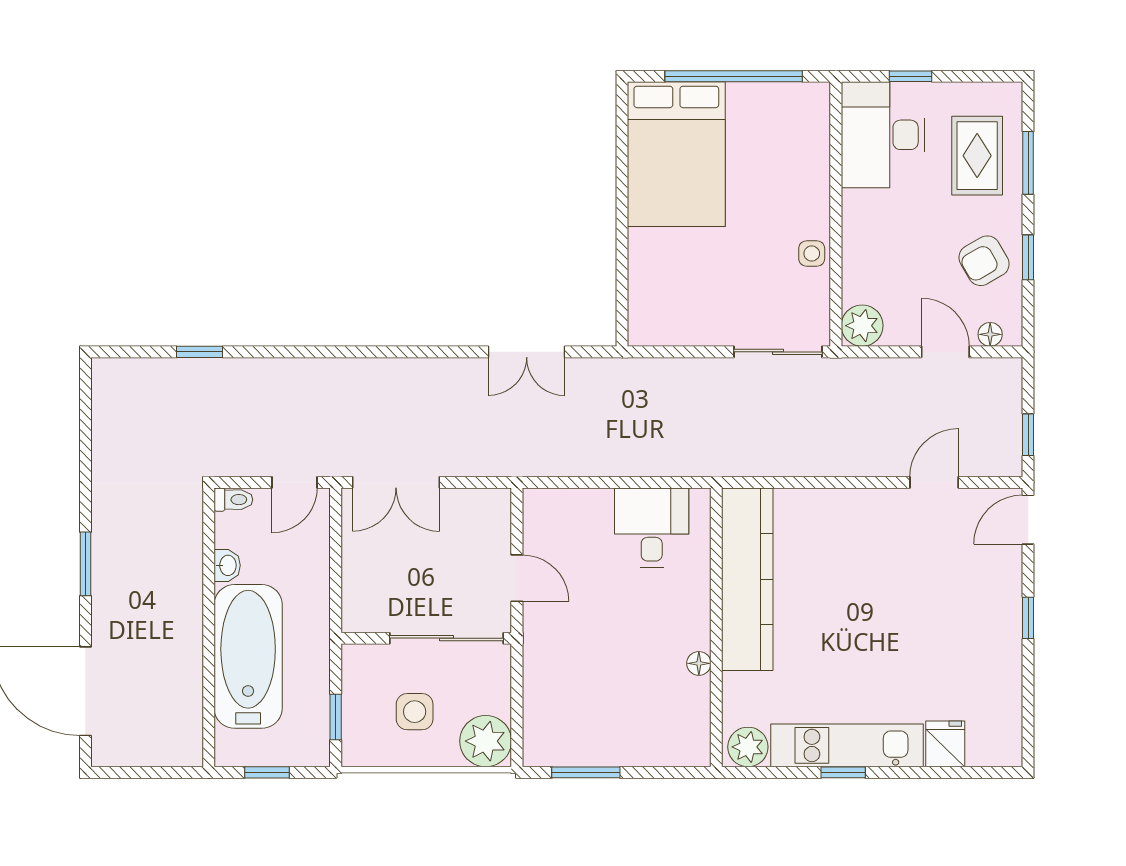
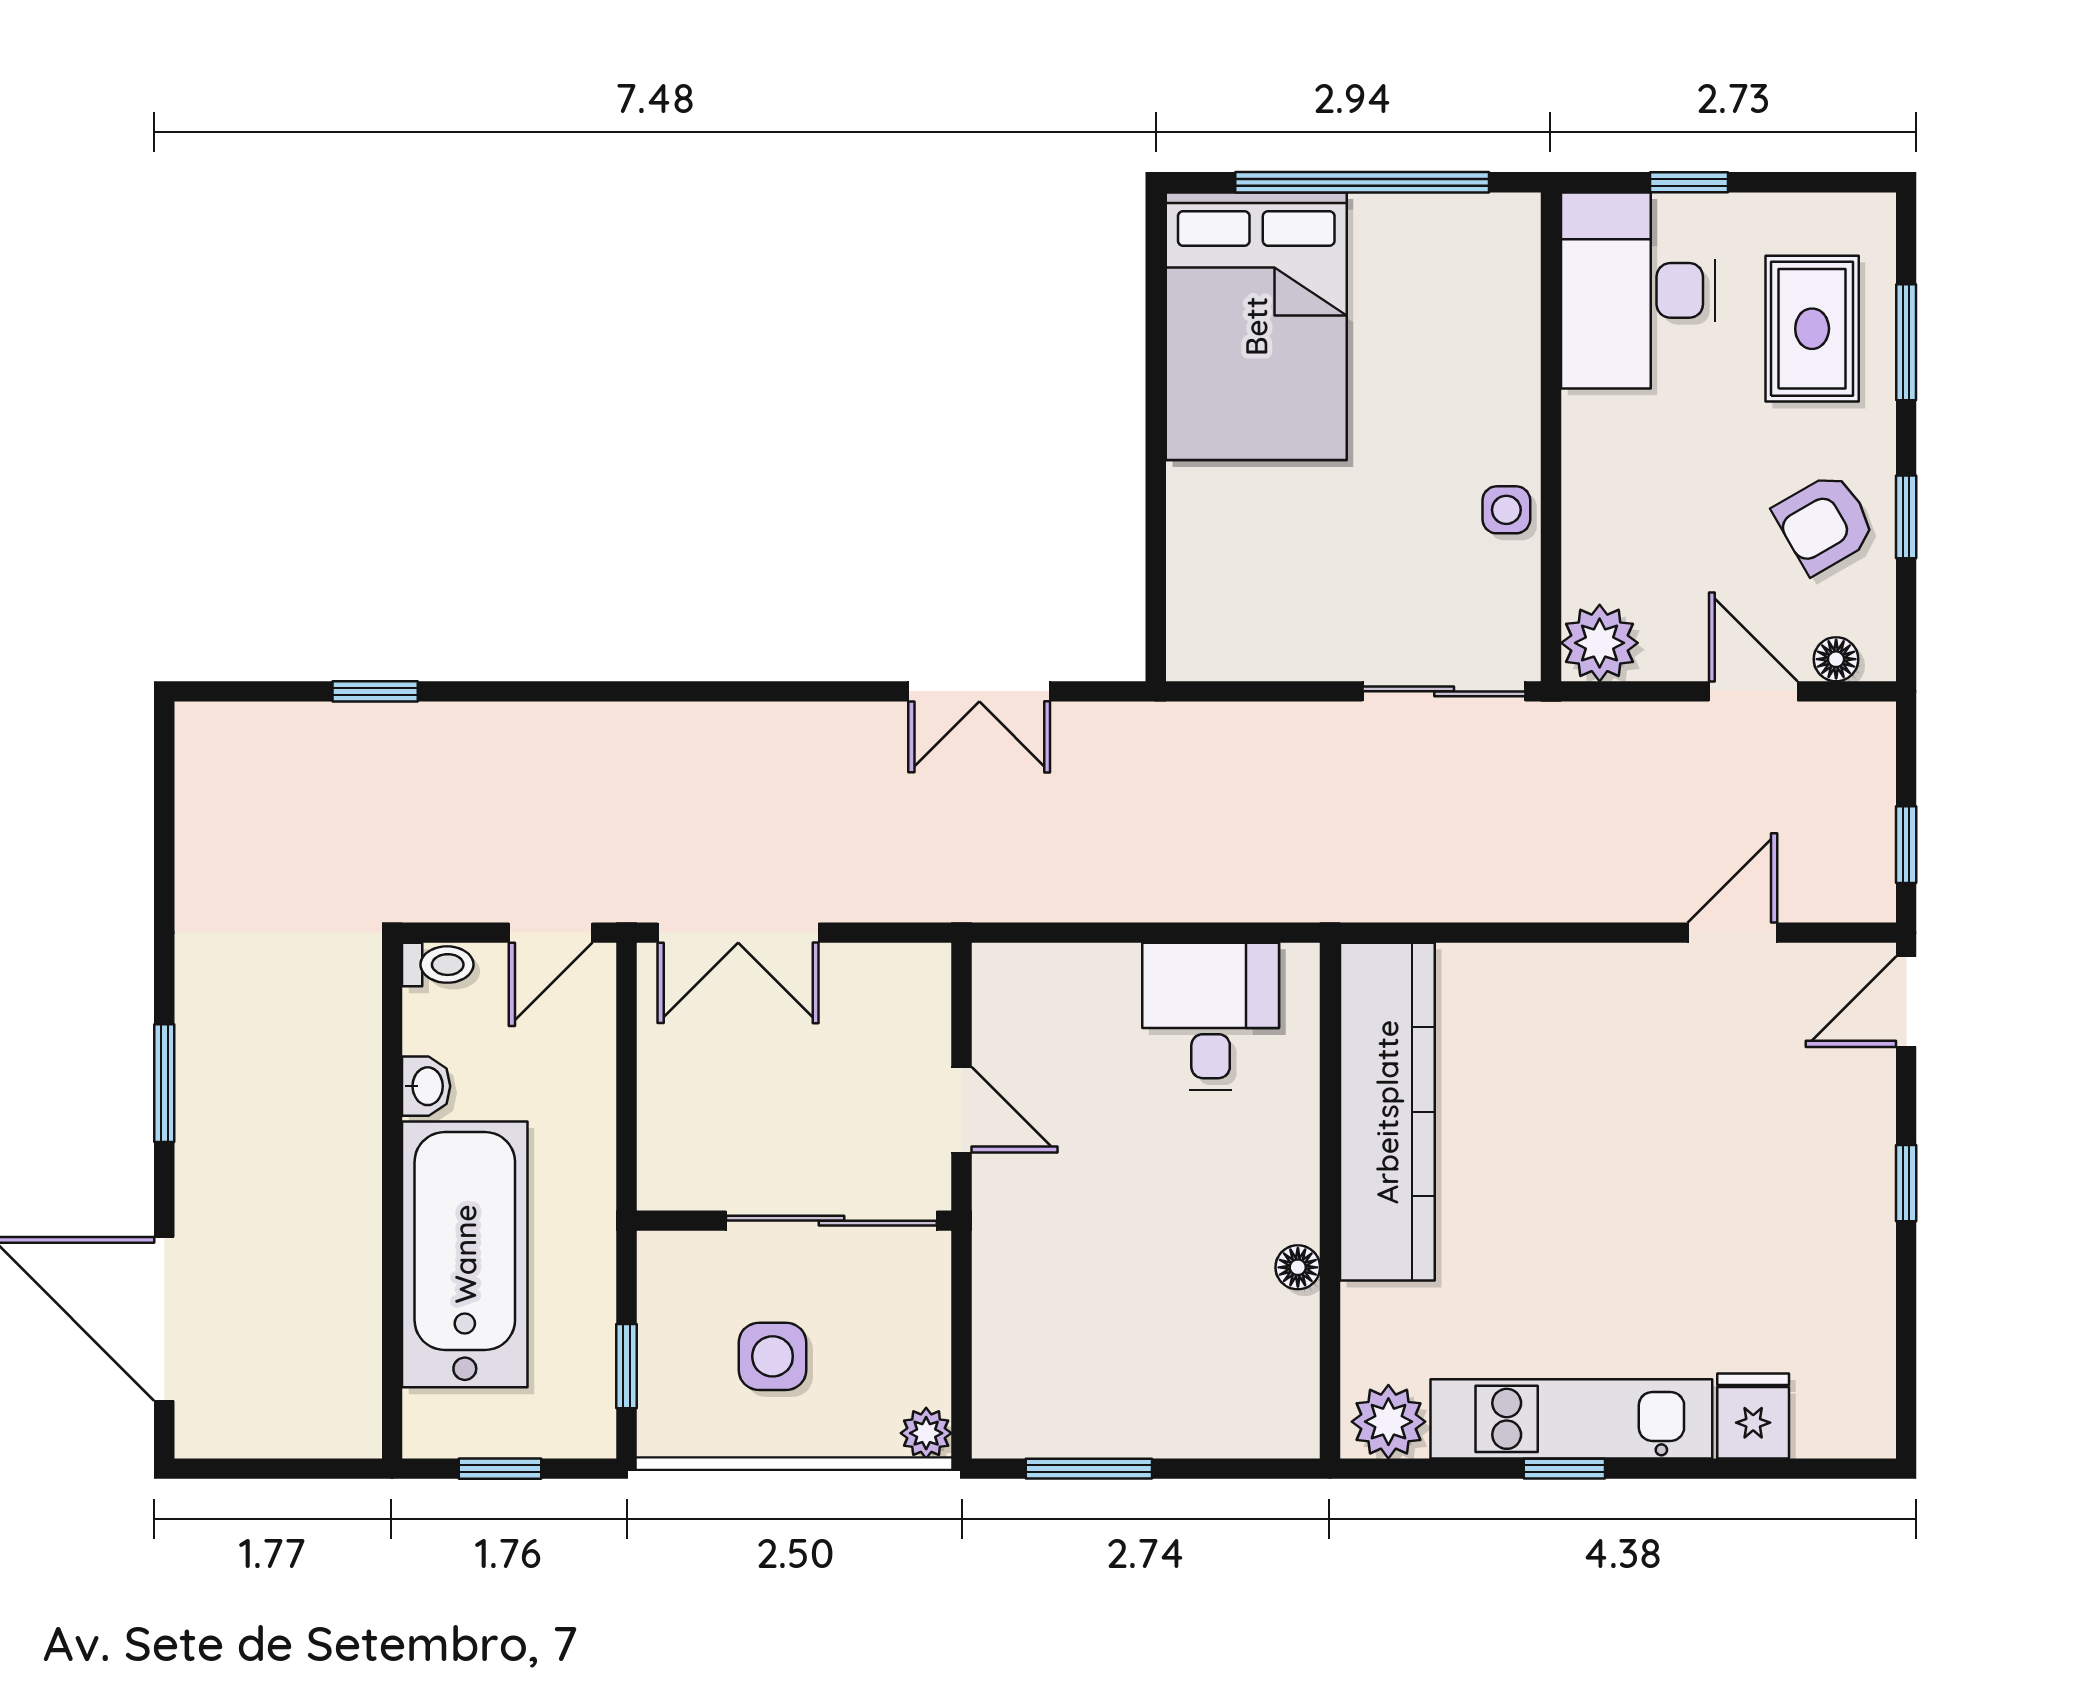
plant: (486, 741) -> (926, 1433), width x0.53, depth x0.53

